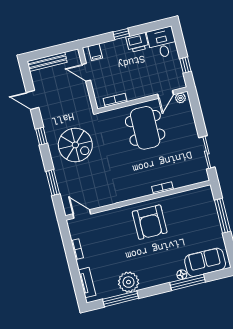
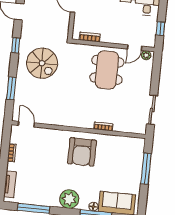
plant: (129, 282) -> (69, 199), moved

